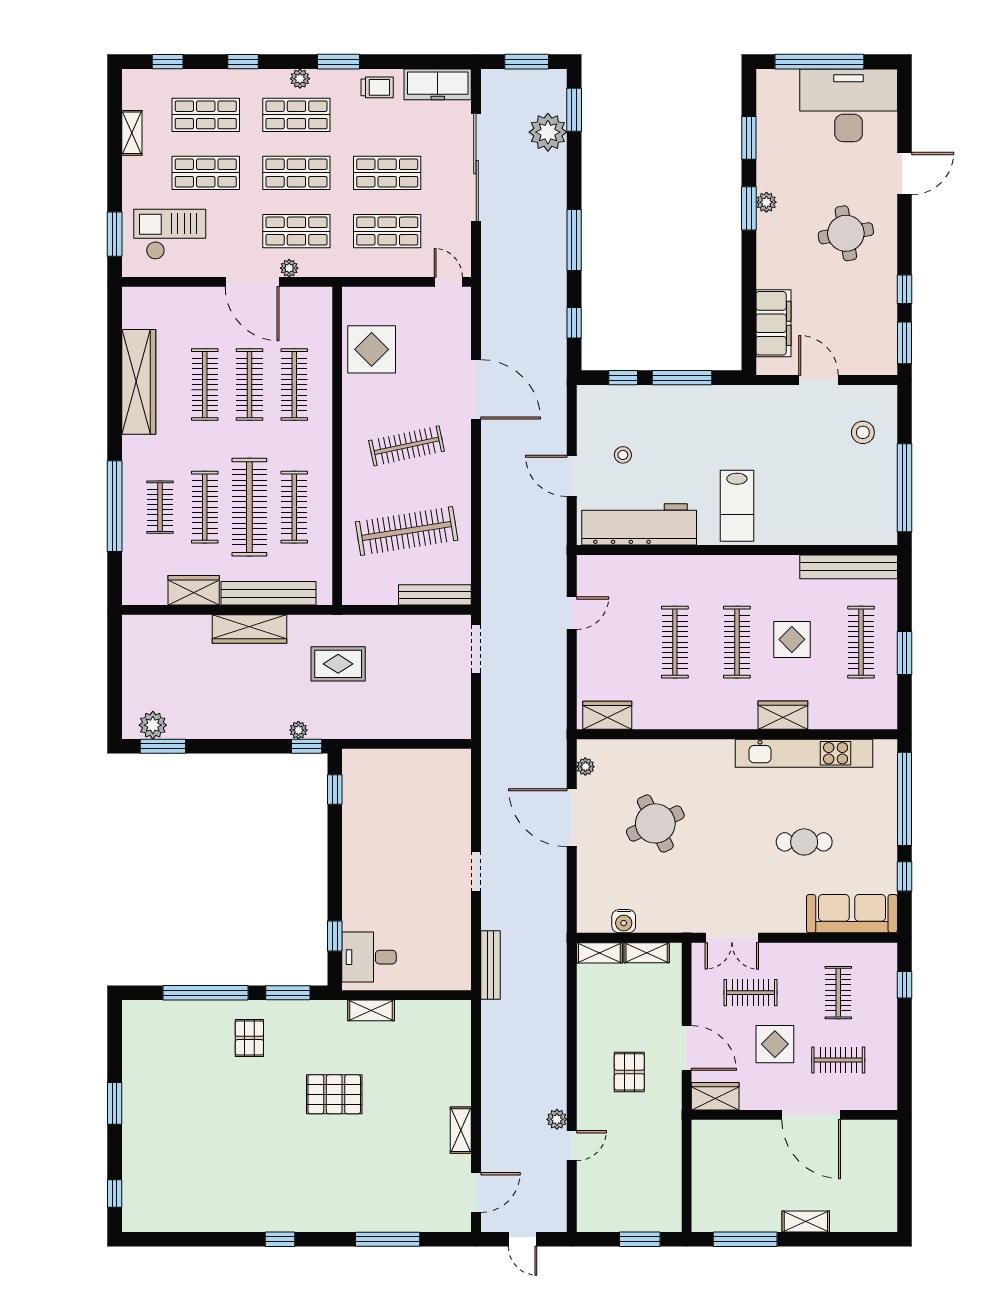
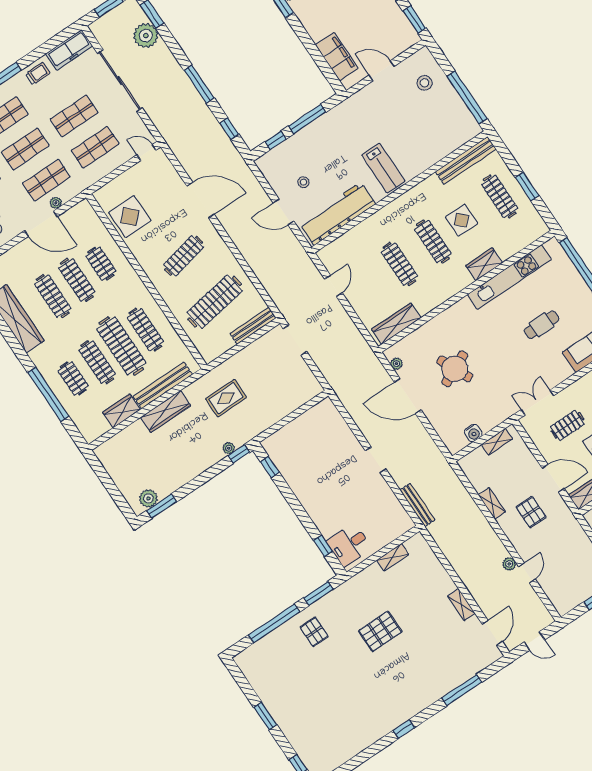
clothes rail: (294, 385) -> (101, 264), width x0.73
wardrobe: (607, 715) -> (396, 324), width x1.50
double door: (732, 938) -> (538, 403), swing flipped
shelving: (599, 953) -> (492, 503), moved, turned 90
shelving: (371, 1010) -> (393, 557), moved

